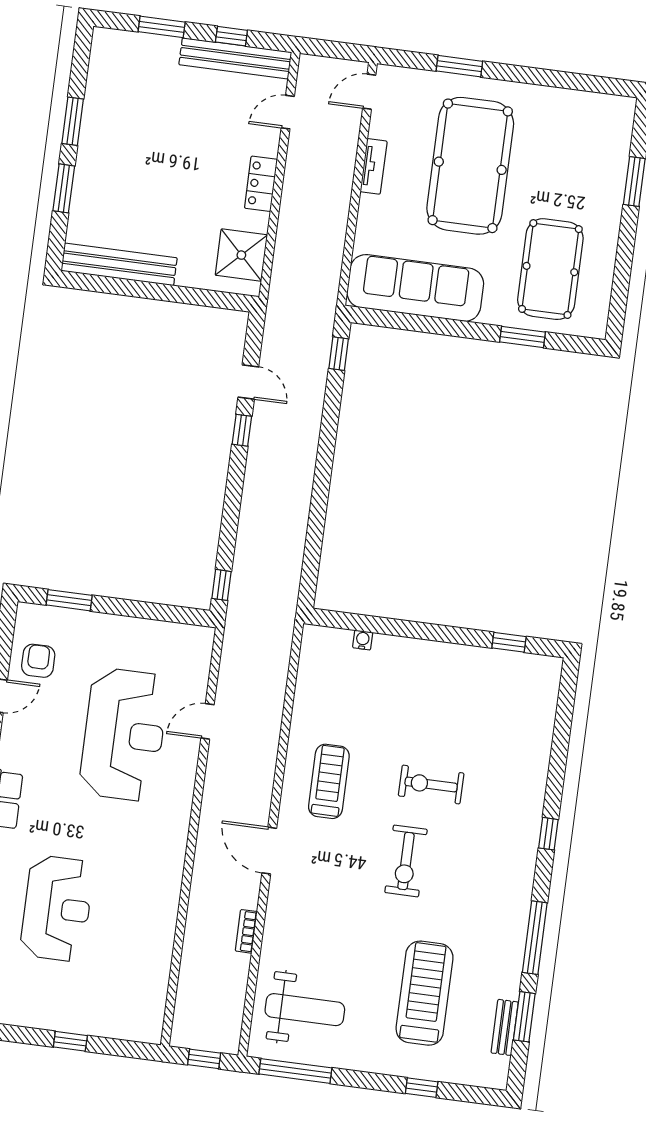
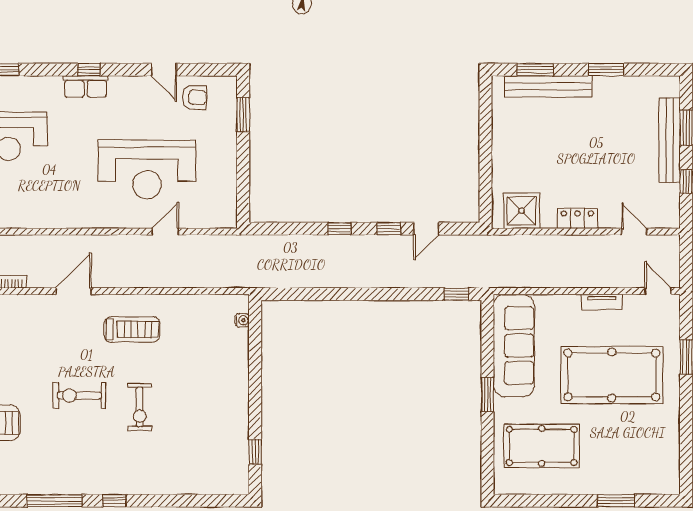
bench: (235, 58) -> (670, 140), moved
window: (64, 188) -> (535, 70), moved
bench: (119, 264) -> (548, 86), moved, turned 90
window: (522, 337) -> (488, 395), moved
window: (222, 585) -> (339, 229), moved
water cooler: (363, 640) -> (242, 320), moved
door: (208, 721) -> (165, 232), hinge flipped
exercise bike: (431, 784) -> (140, 407), turned 180
window: (535, 938) -> (54, 501), moved

